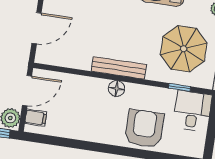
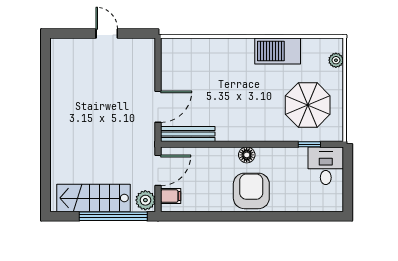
bench: (119, 68) -> (188, 134), moved
armchair: (144, 129) -> (251, 191), moved

